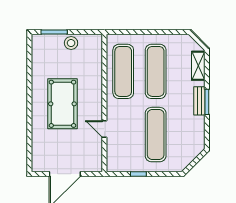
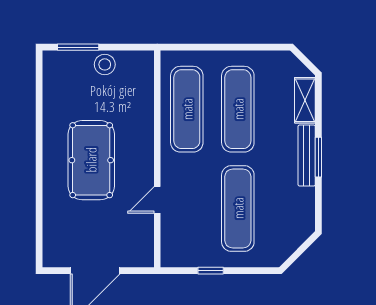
bench: (199, 101) -> (307, 156), width x1.36
door: (104, 129) -> (157, 200), hinge flipped

